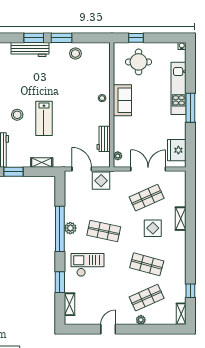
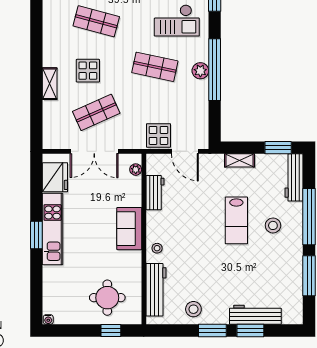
workbench: (103, 68) -> (156, 290), added
kitchen unit: (179, 88) -> (53, 229), moved
sofa: (122, 100) -> (129, 229), moved
window: (190, 108) -> (36, 235), width x0.69
lab bench: (44, 118) -> (236, 220), turned 180

